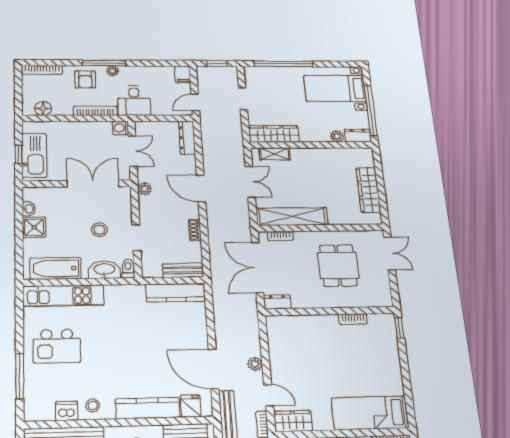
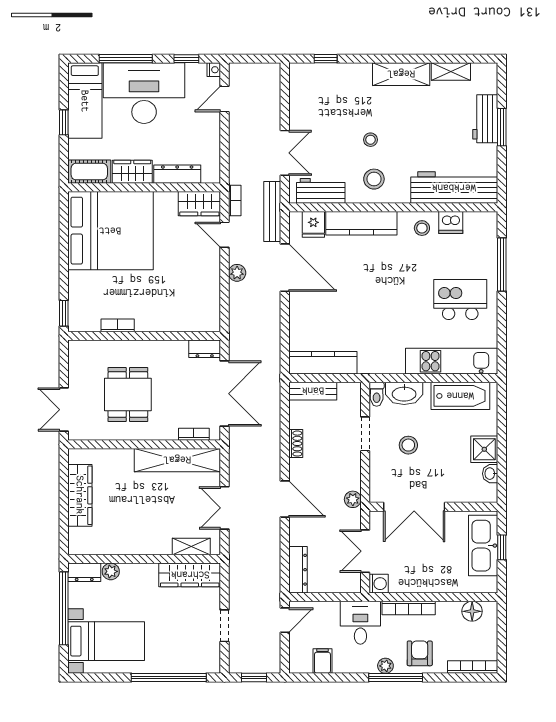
filing cabinet: (183, 74) -> (322, 661), moved
bed: (370, 413) -> (110, 231), width x2.04

